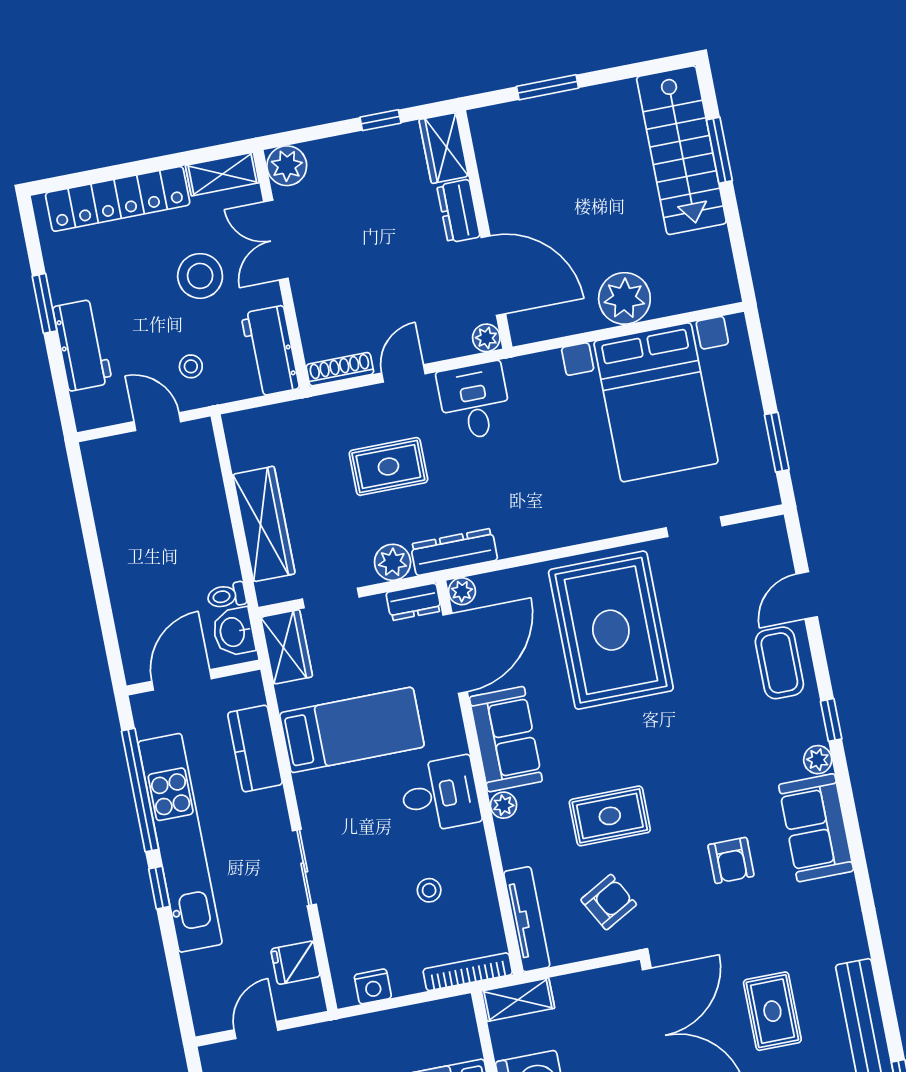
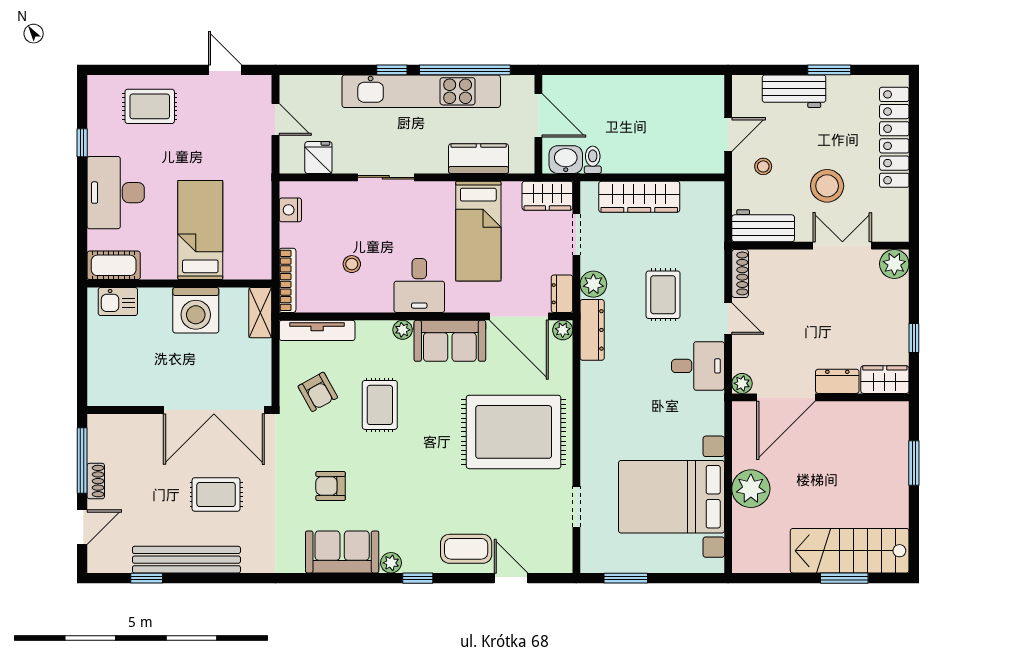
shelving: (222, 174) -> (897, 216), removed

